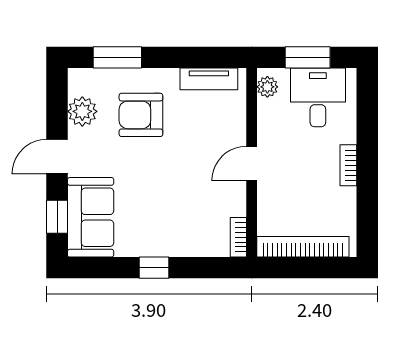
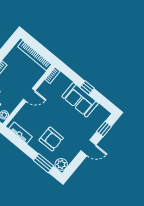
plant: (82, 111) -> (61, 164), moved
sofa: (91, 217) -> (80, 100), moved, turned -90

